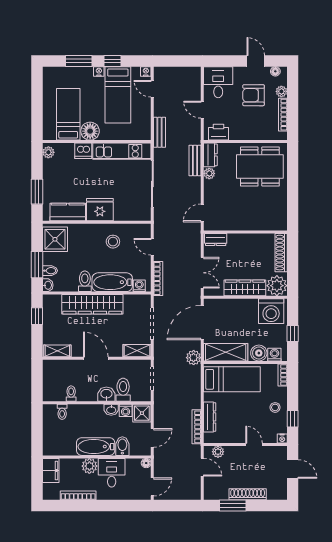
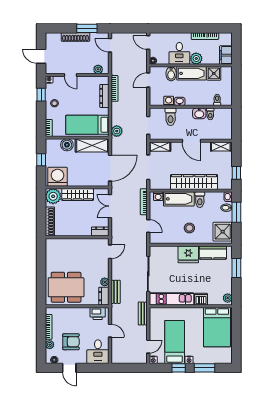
door: (152, 89) -> (148, 347), hinge flipped
bed: (68, 114) -> (217, 327), width x1.50
floor lamp: (90, 131) -> (196, 314), removed
stool: (113, 242) -> (189, 228), moved
washing machine: (274, 355) -> (55, 144), removed
plant: (194, 358) -> (117, 131), moved
washbasin: (106, 394) -> (199, 113), moved
shower: (142, 413) -> (214, 73), moved
door: (202, 467) -> (110, 45), moved
door: (152, 487) -> (148, 43), hinge flipped

